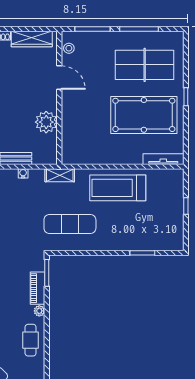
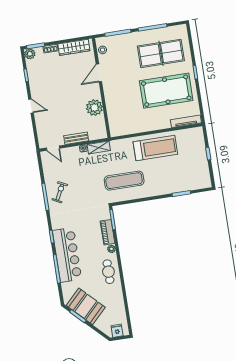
door: (59, 78) -> (99, 73), swing flipped
shelving: (60, 175) -> (99, 147), moved
treadmill: (118, 188) -> (155, 148), turned 180

